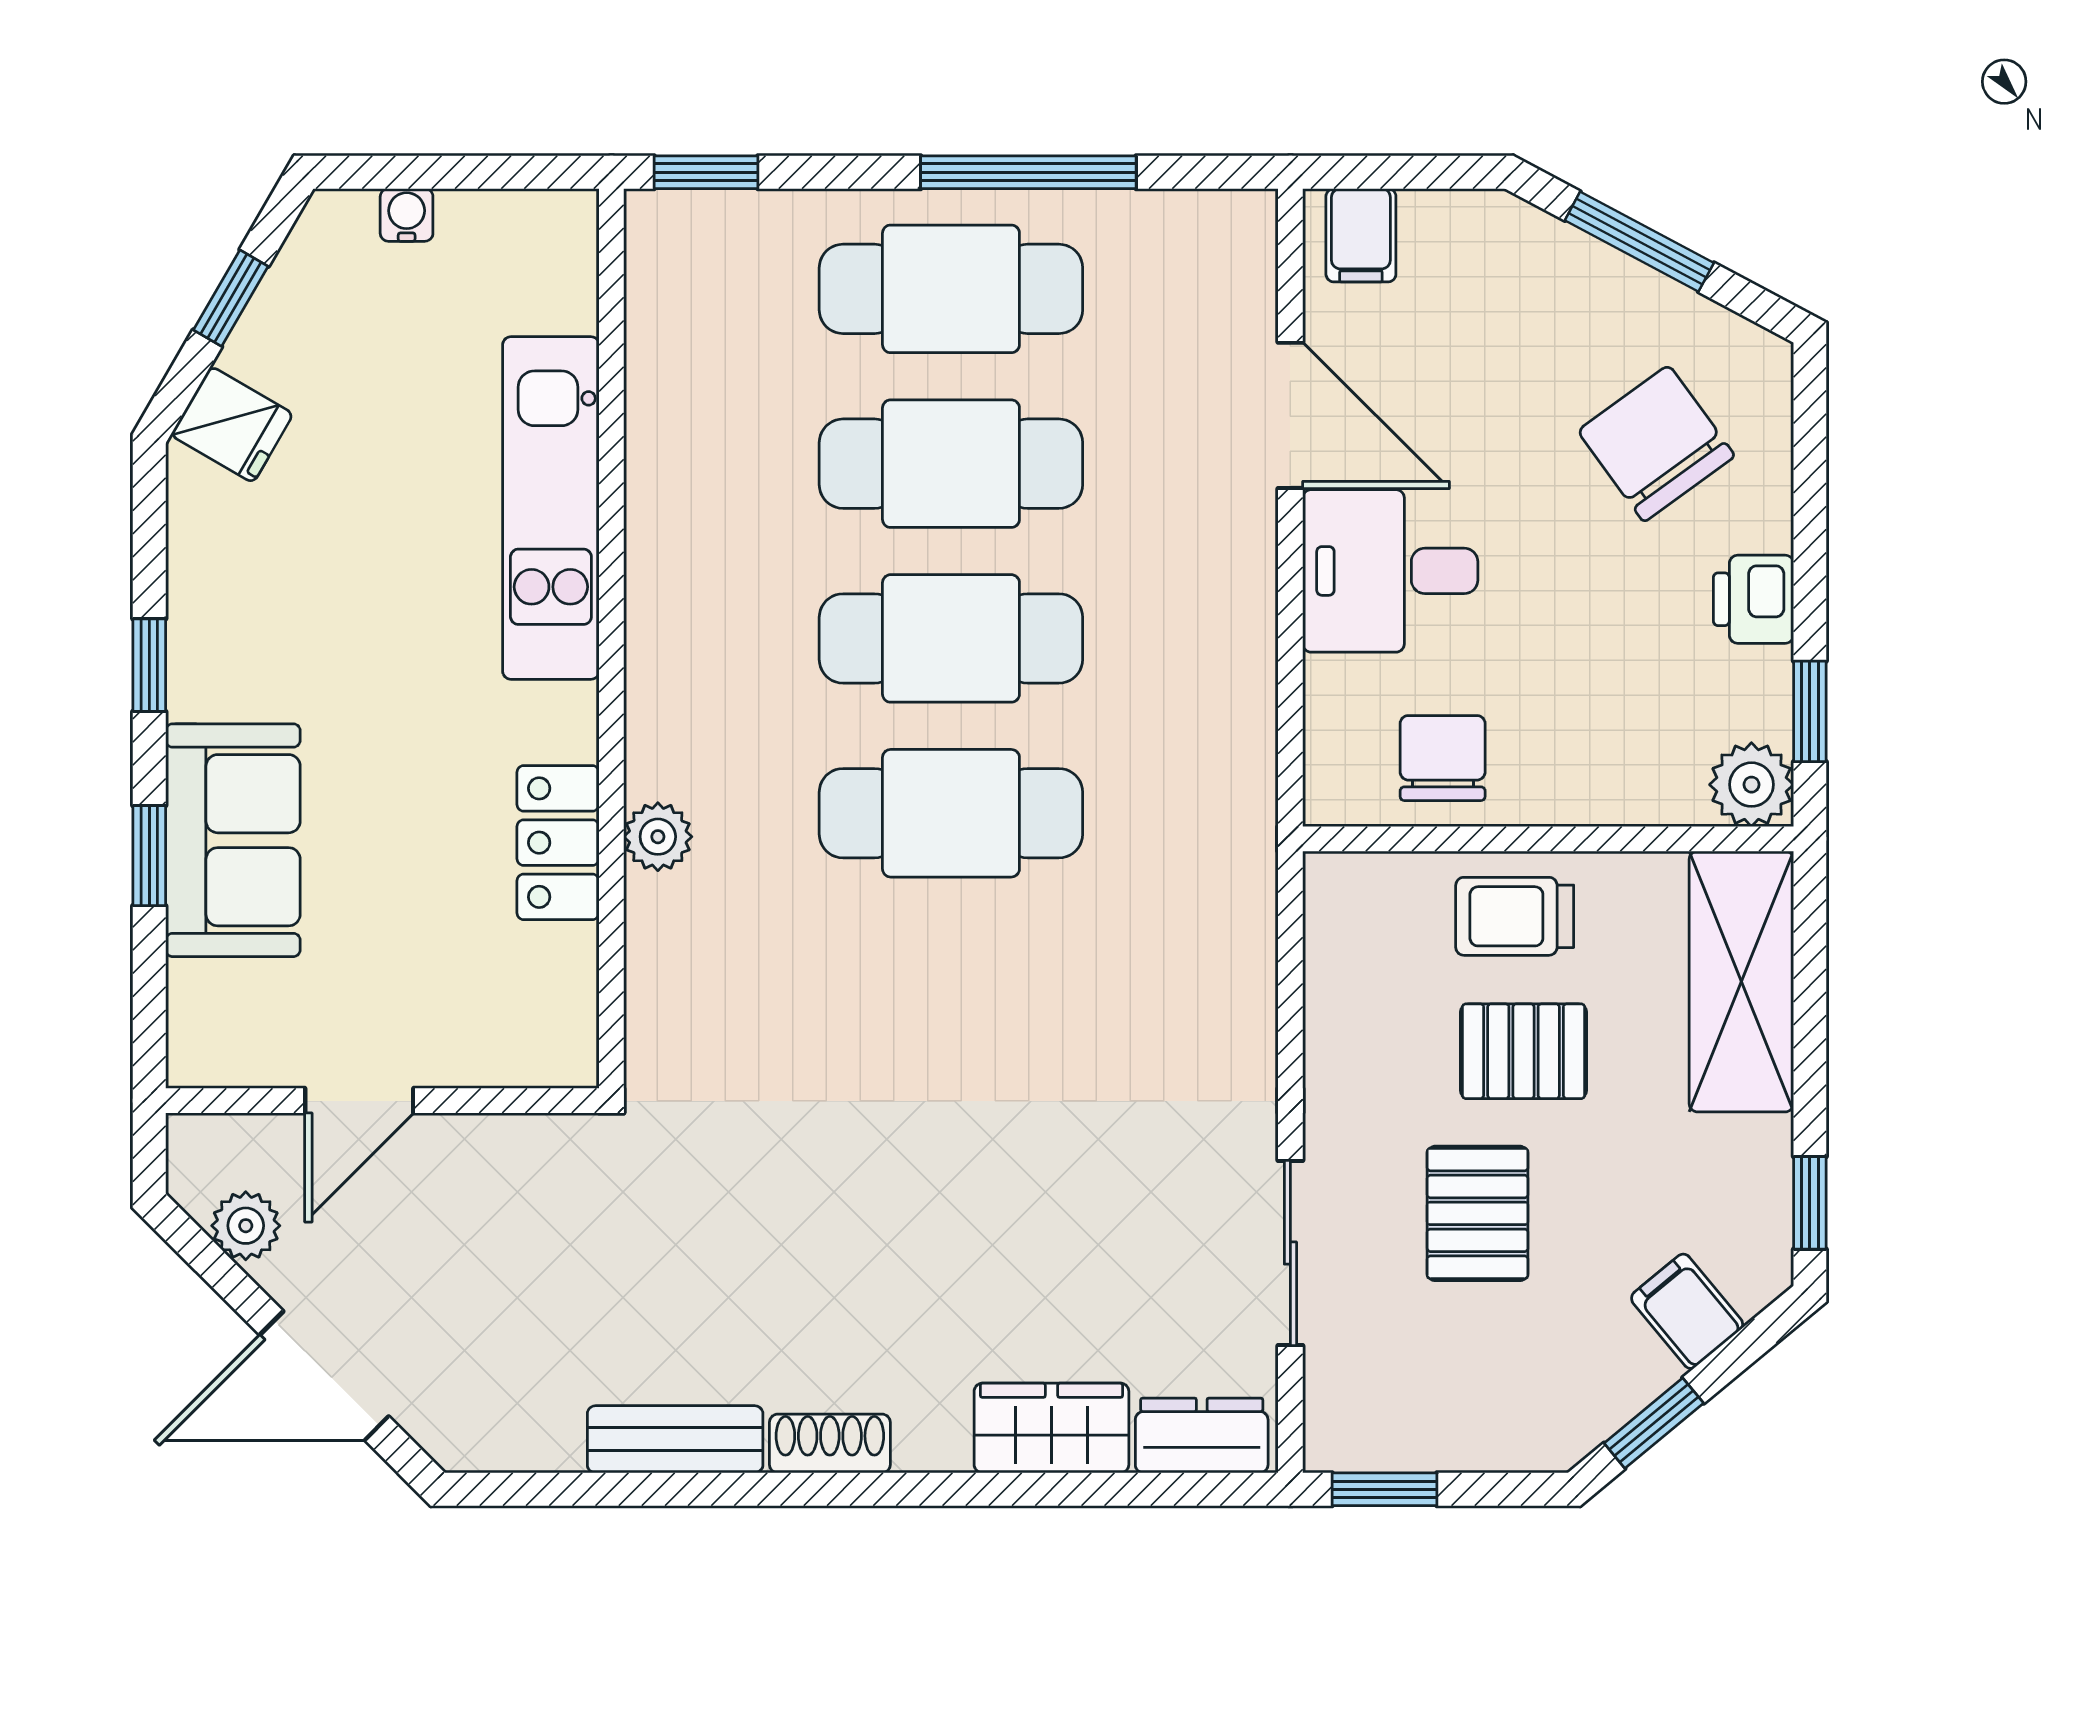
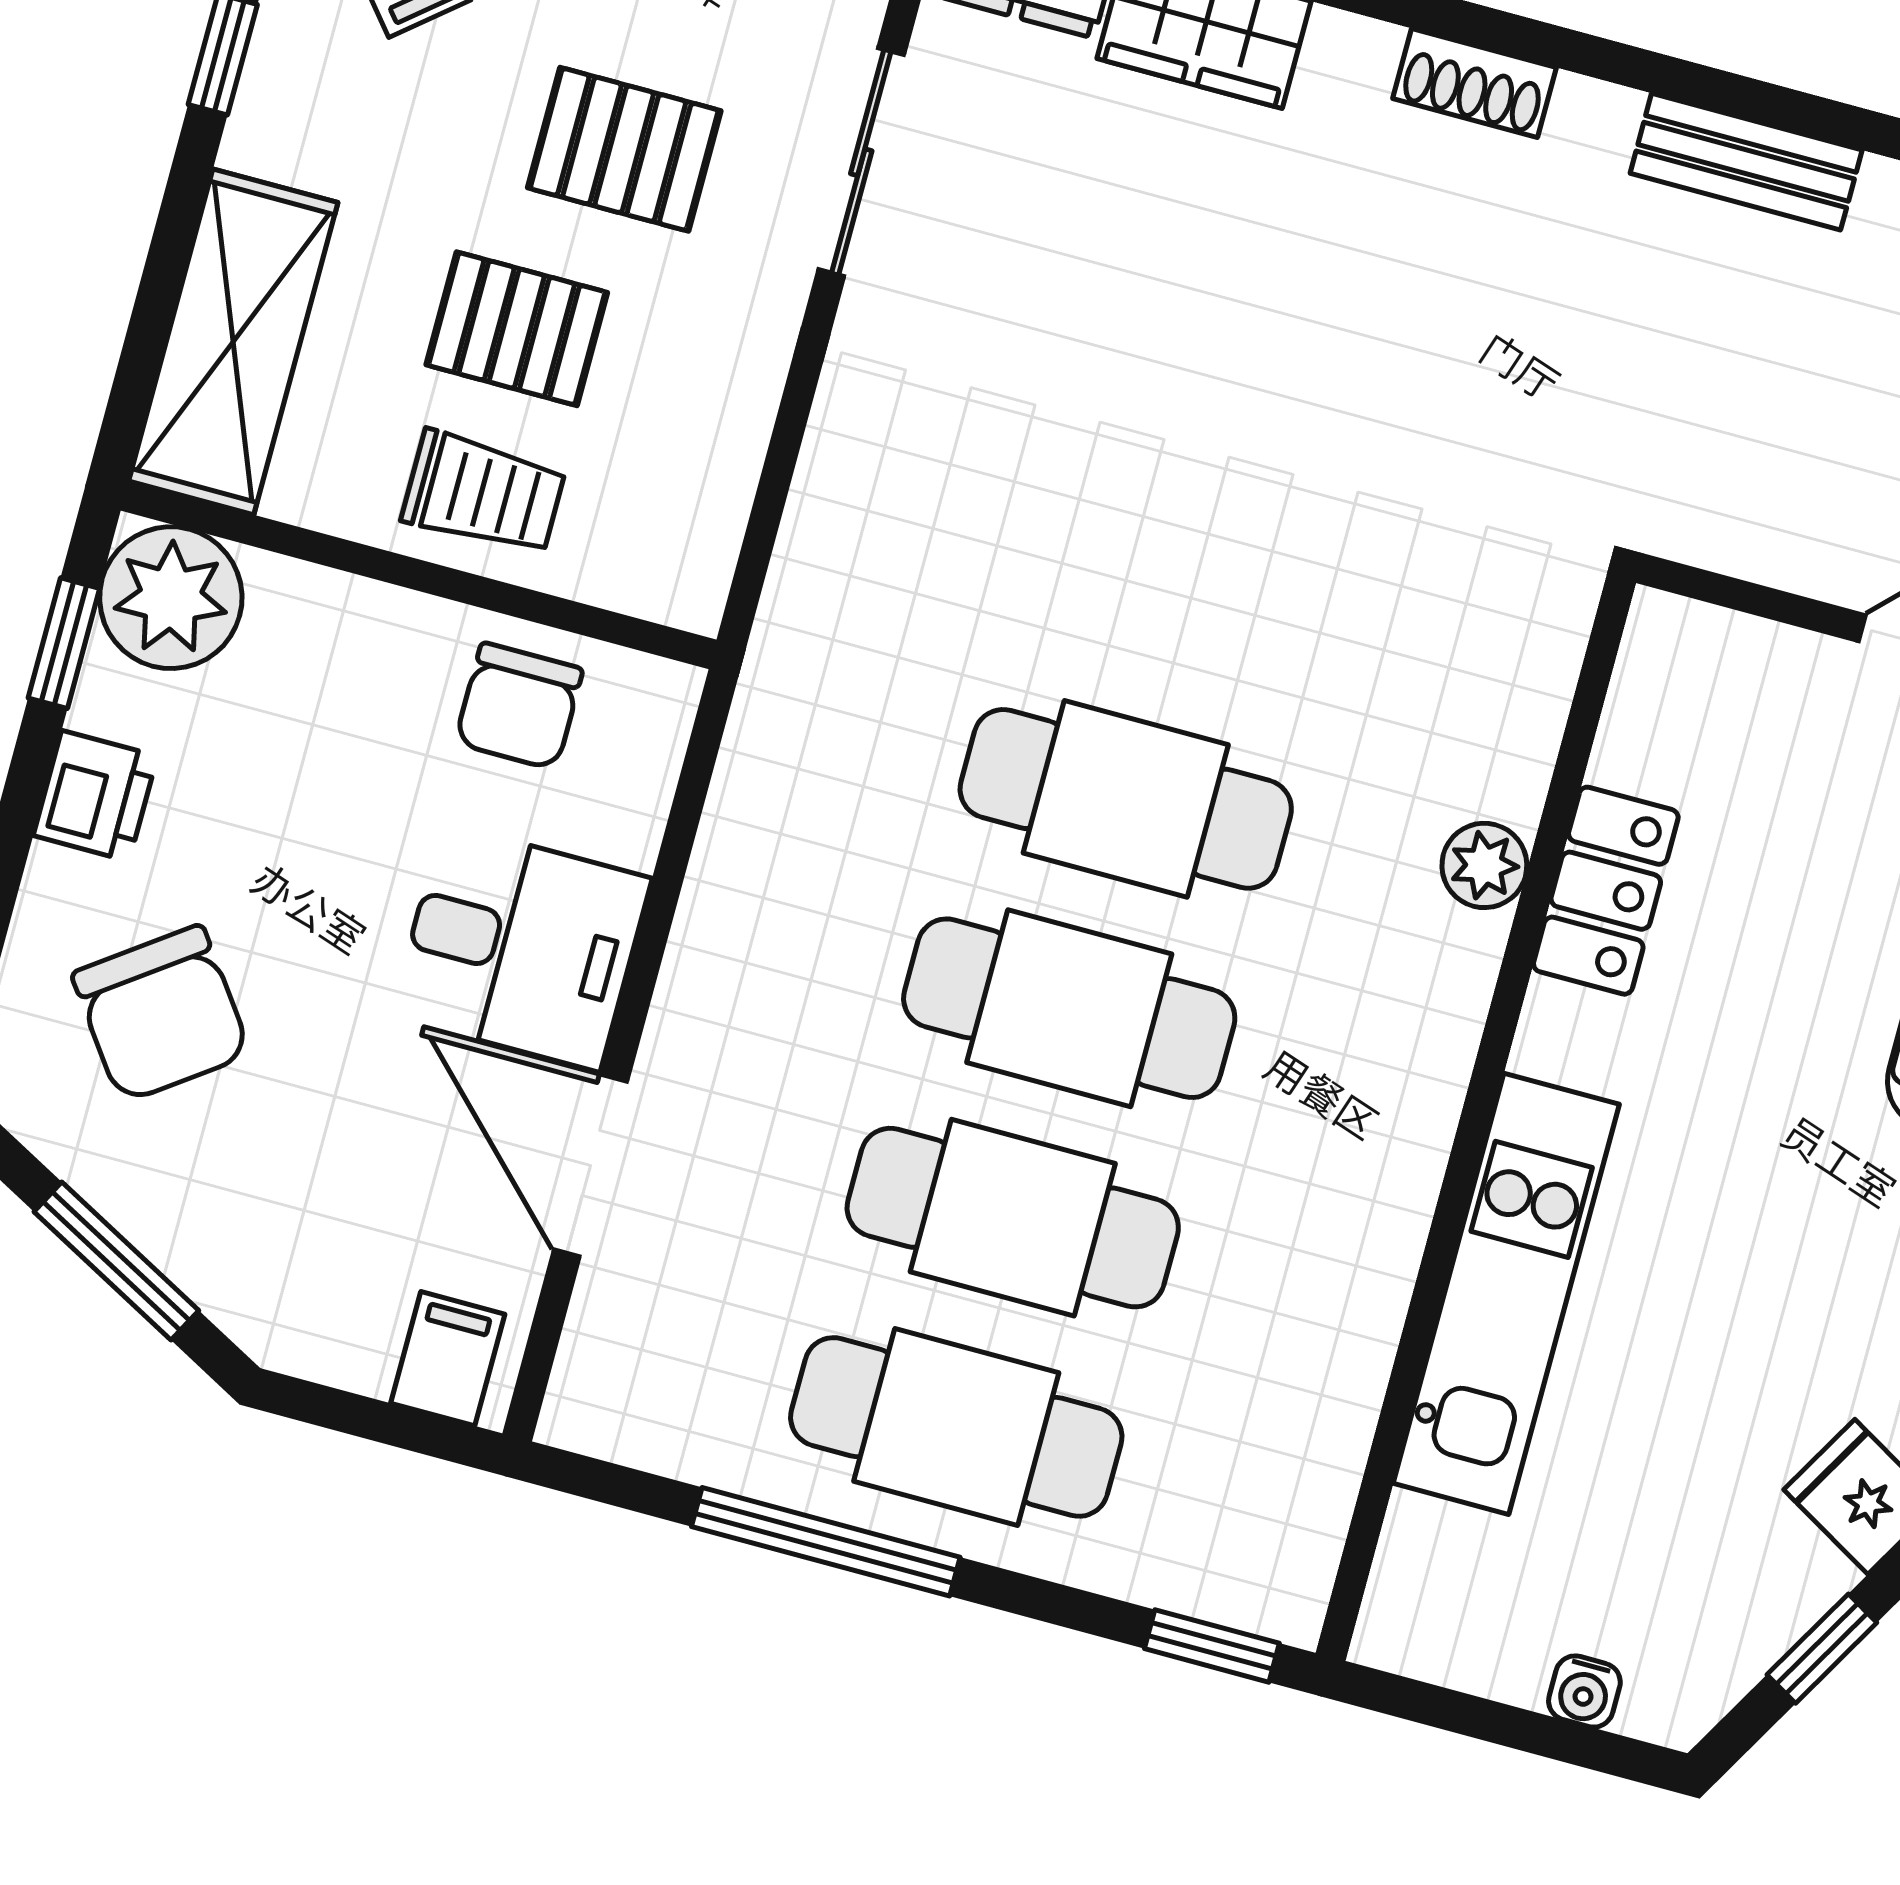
plant: (1751, 785) -> (171, 598), width x1.36, depth x1.36
pallet: (1478, 1213) -> (624, 149), turned 90
bench: (675, 1439) -> (1746, 162), moved

